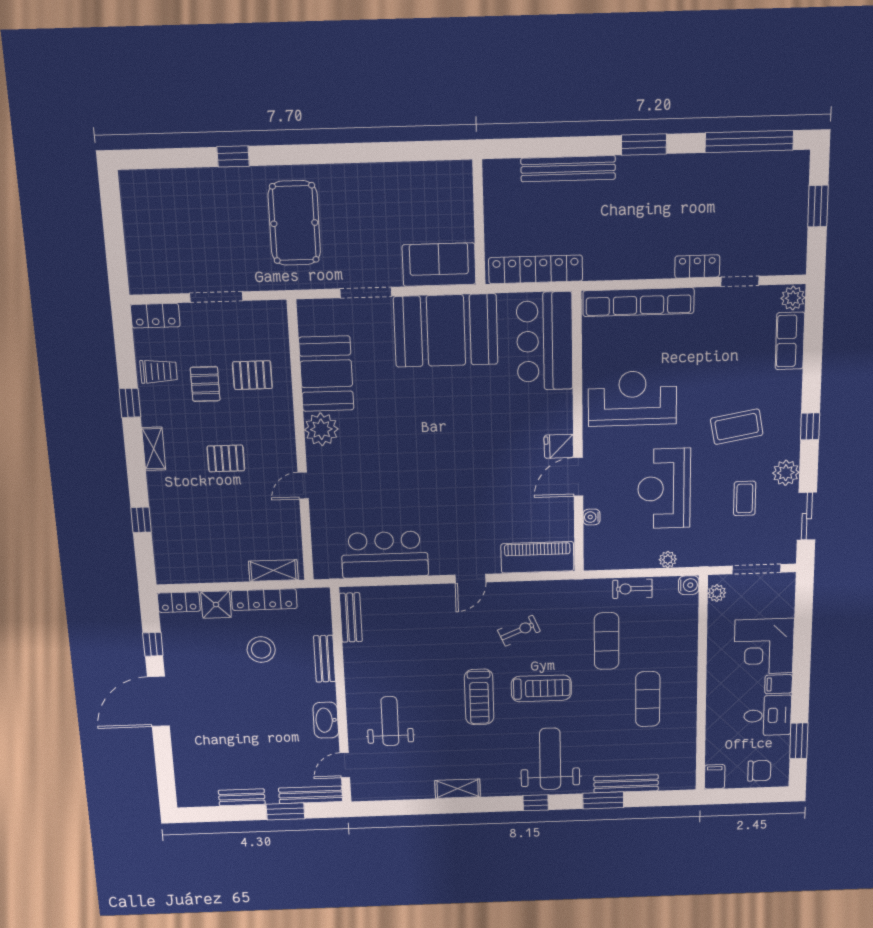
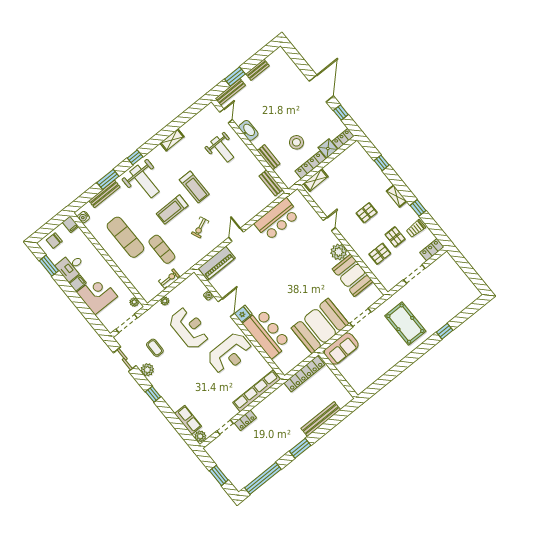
bar counter: (545, 341) -> (267, 333), moved
coffee table: (737, 427) -> (181, 373), removed
water cooler: (689, 585) -> (83, 217), moved
treadmill: (479, 697) -> (194, 187), turned 180
exercise mat: (648, 699) -> (125, 237), width x1.36, depth x1.45

